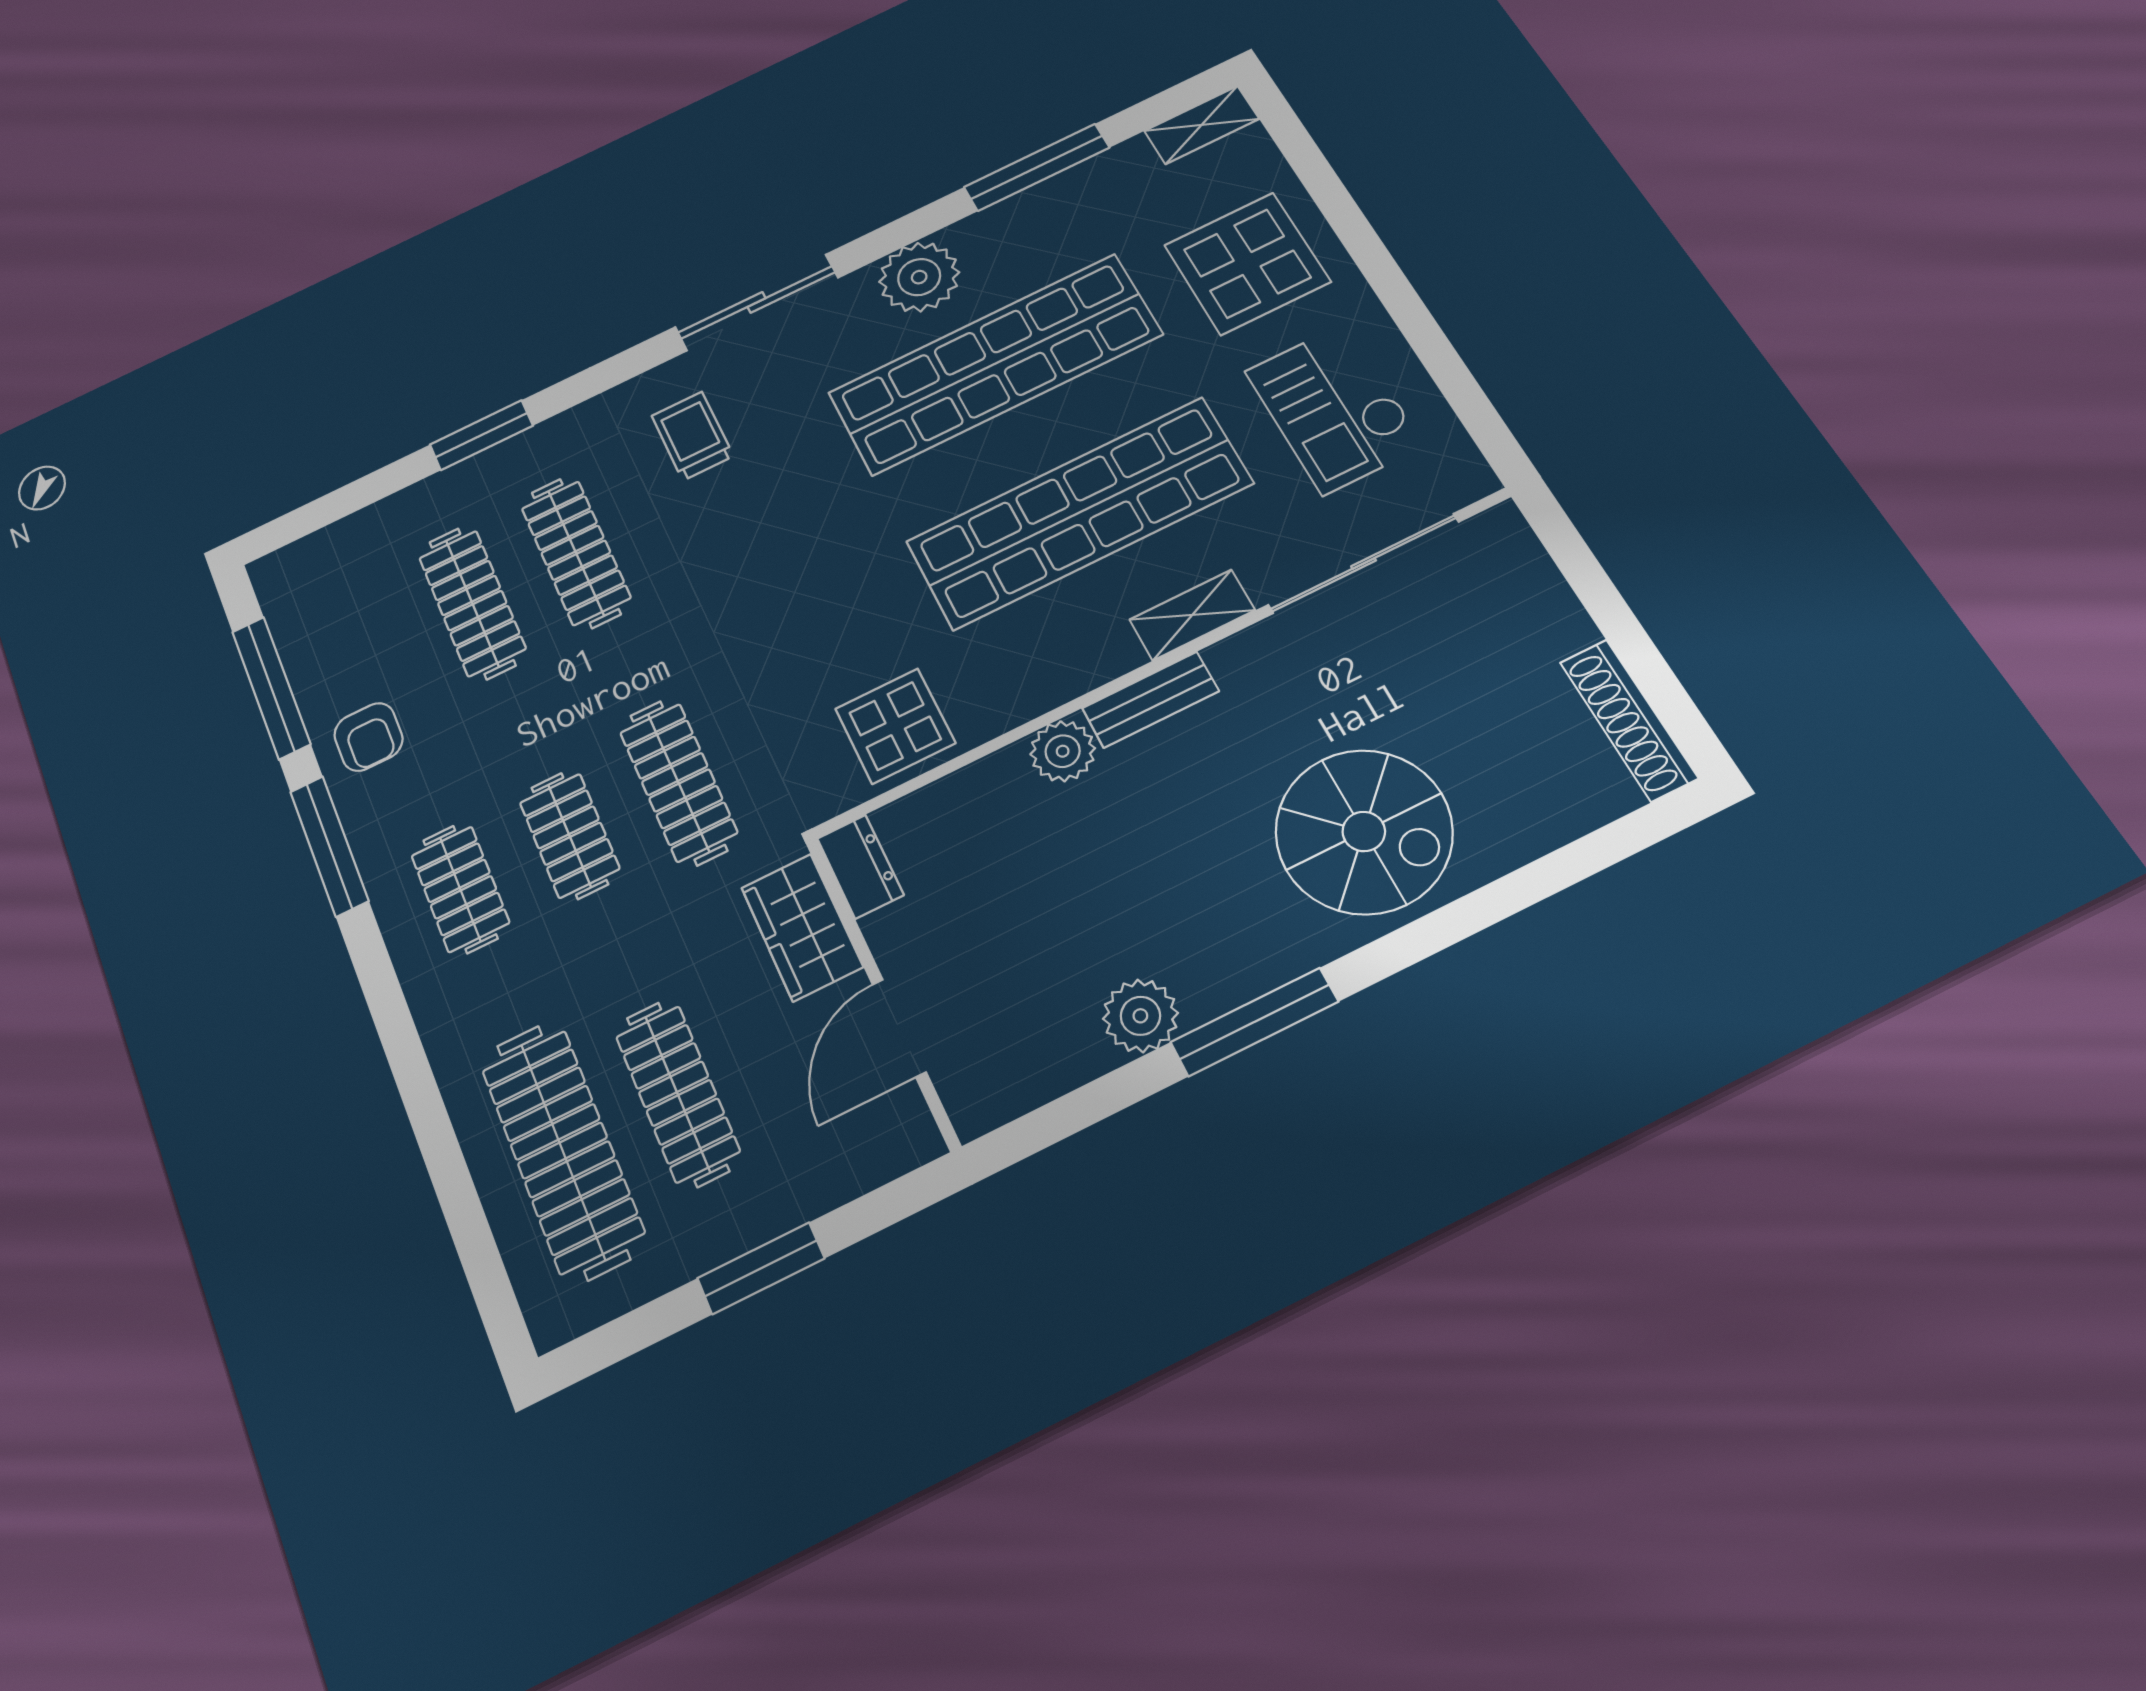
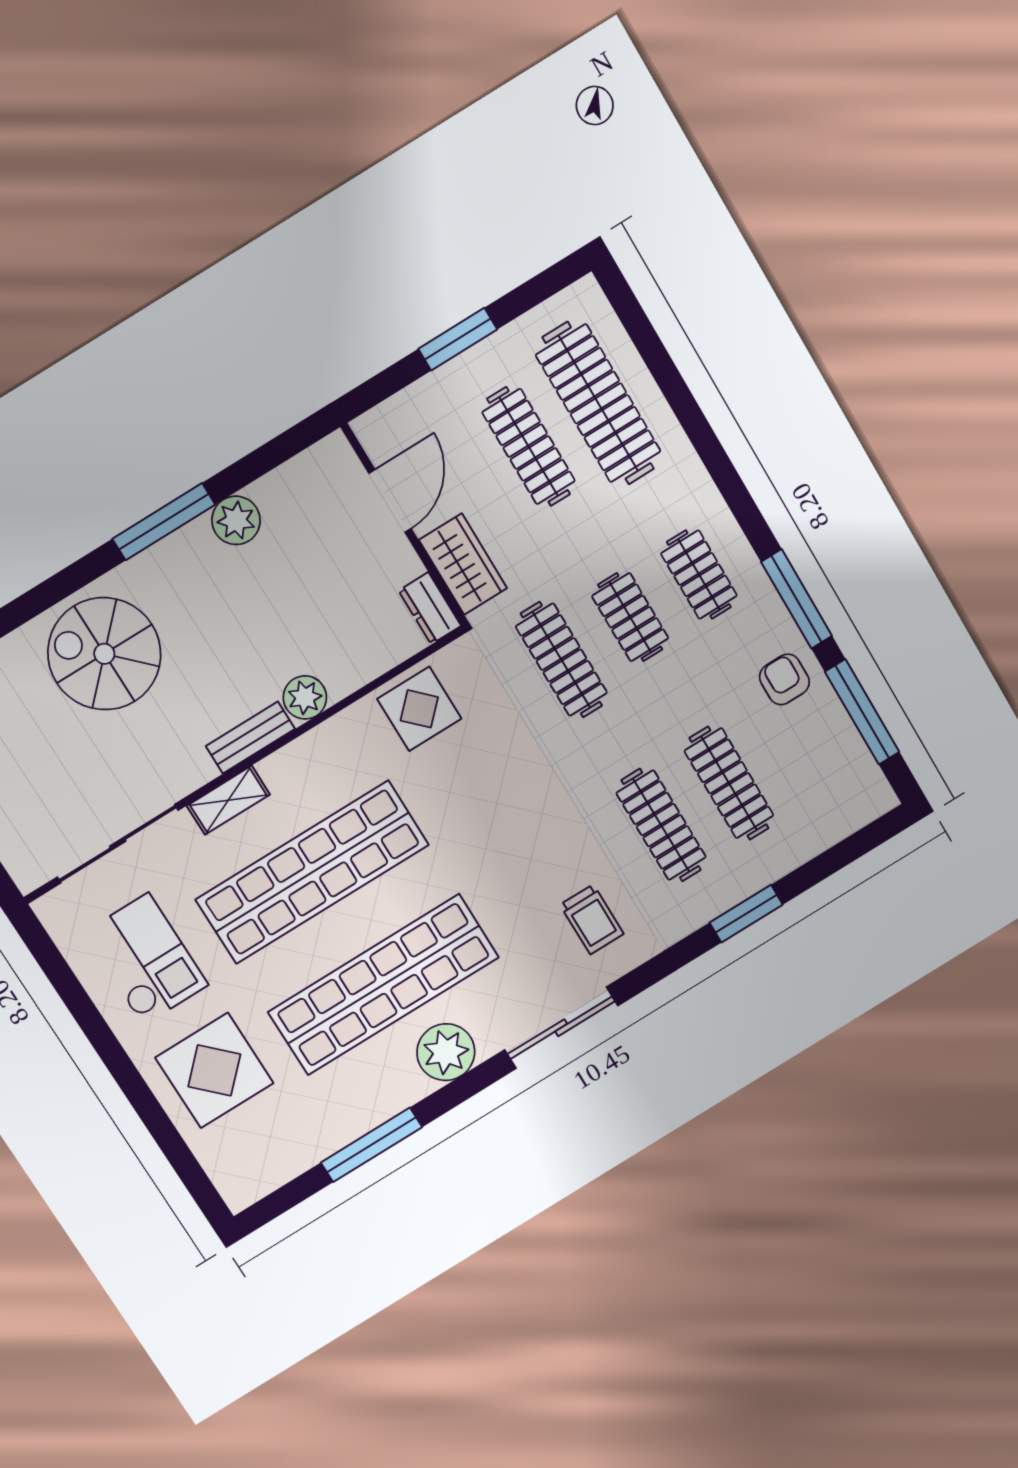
shelving: (1202, 125) -> (256, 1183), removed

